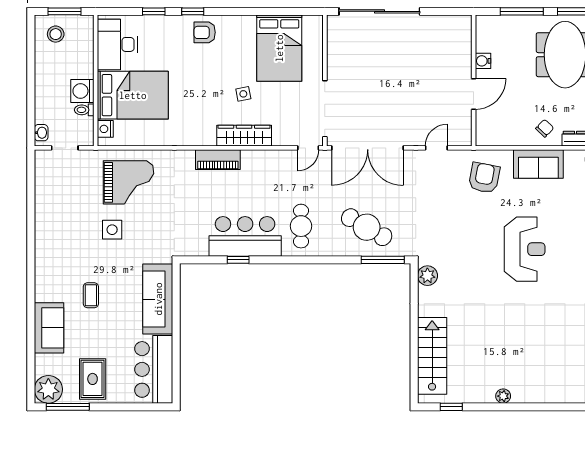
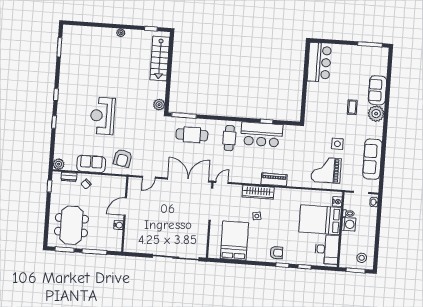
cafe table: (367, 227) -> (192, 135), turned -30
sofa: (158, 299) -> (372, 159), moved, turned 180
rug: (93, 379) -> (355, 59), removed
plant: (48, 389) -> (376, 114), moved

